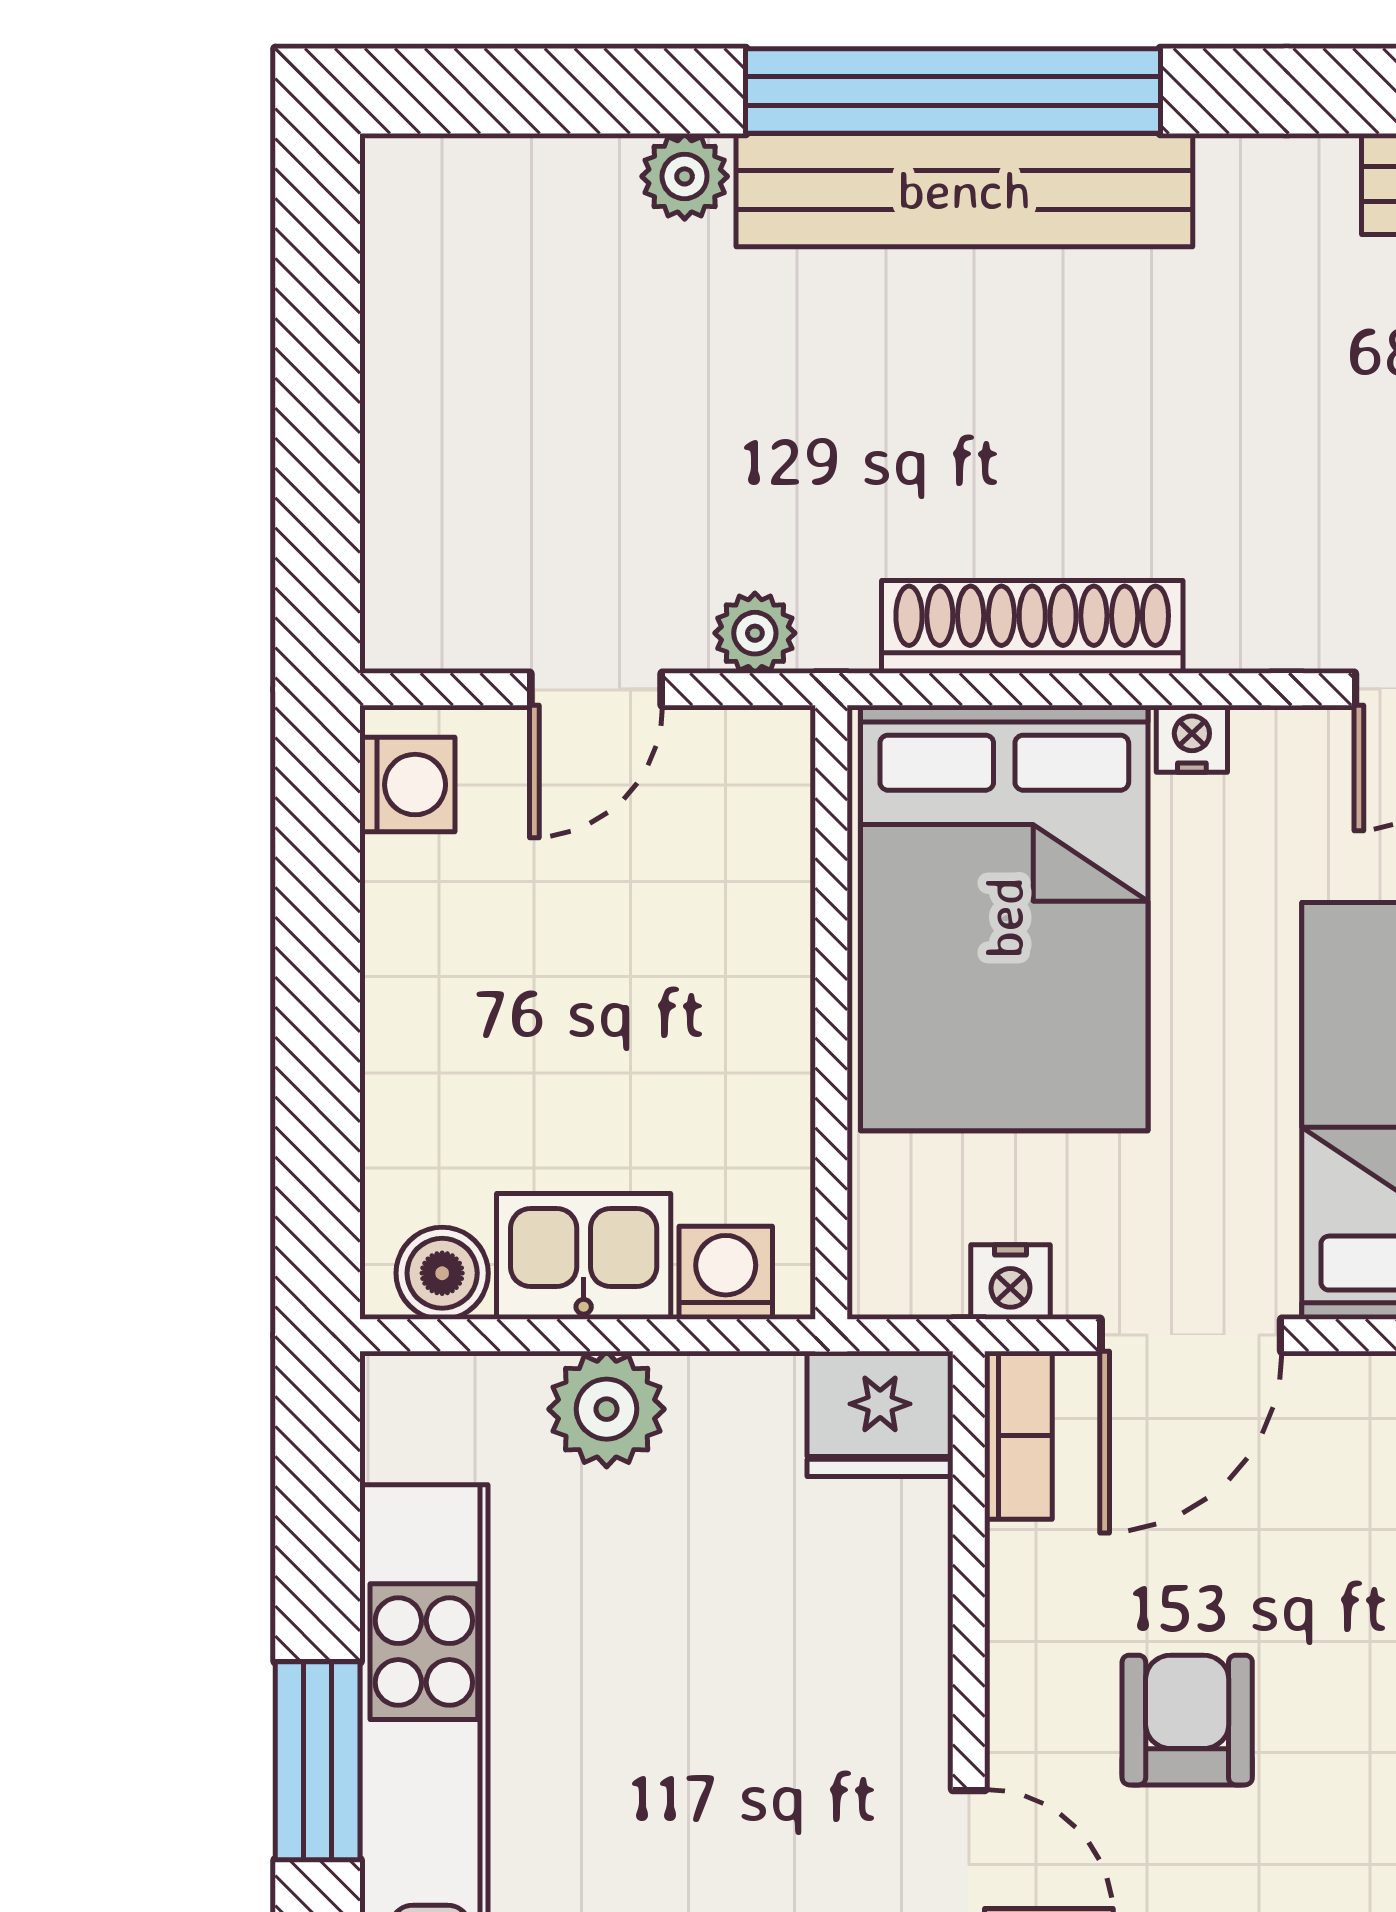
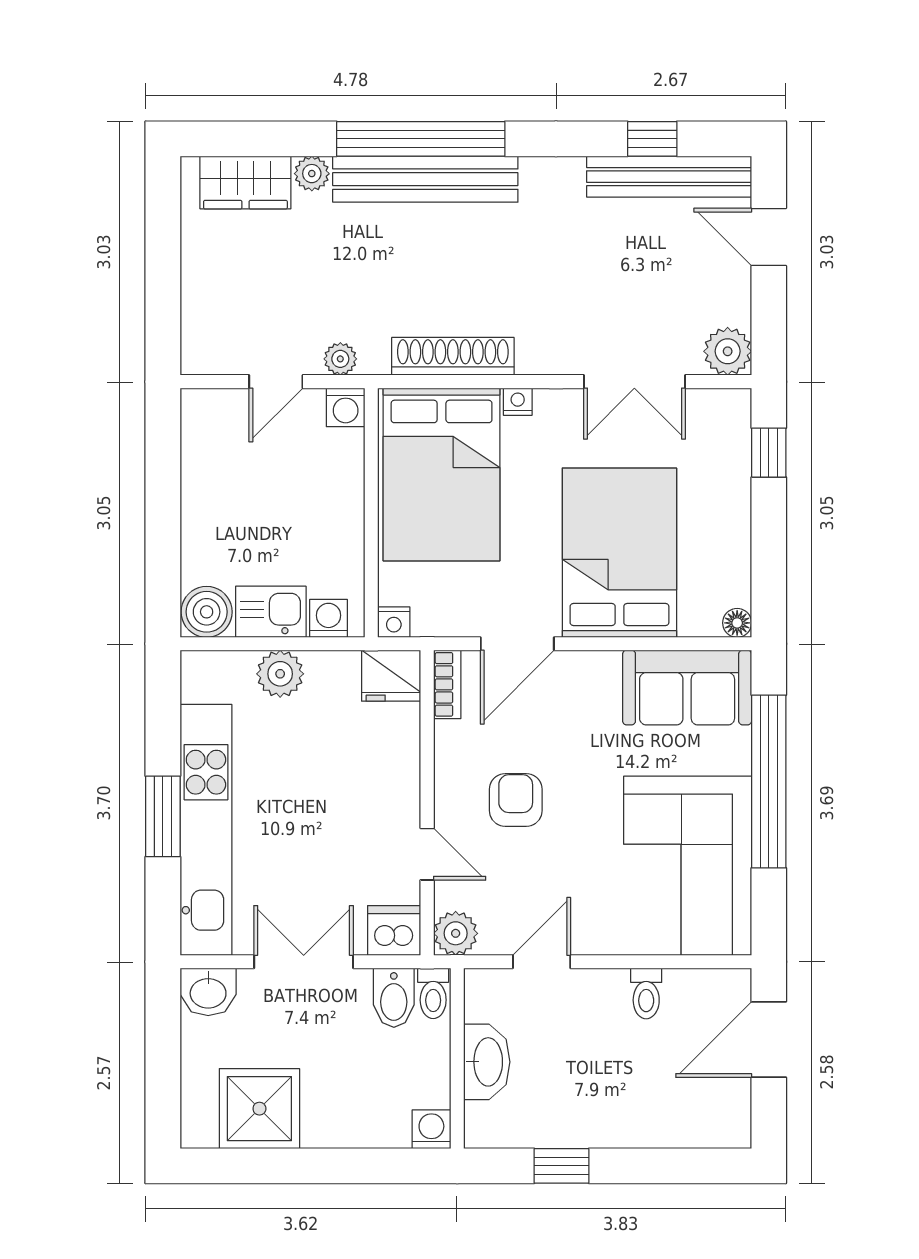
wardrobe: (521, 198) -> (245, 182), added
washing machine: (407, 785) -> (346, 407), moved, turned 90
boiler: (442, 1273) -> (207, 612), width x1.36, depth x1.36
nightstand: (1011, 1282) -> (394, 622), moved

